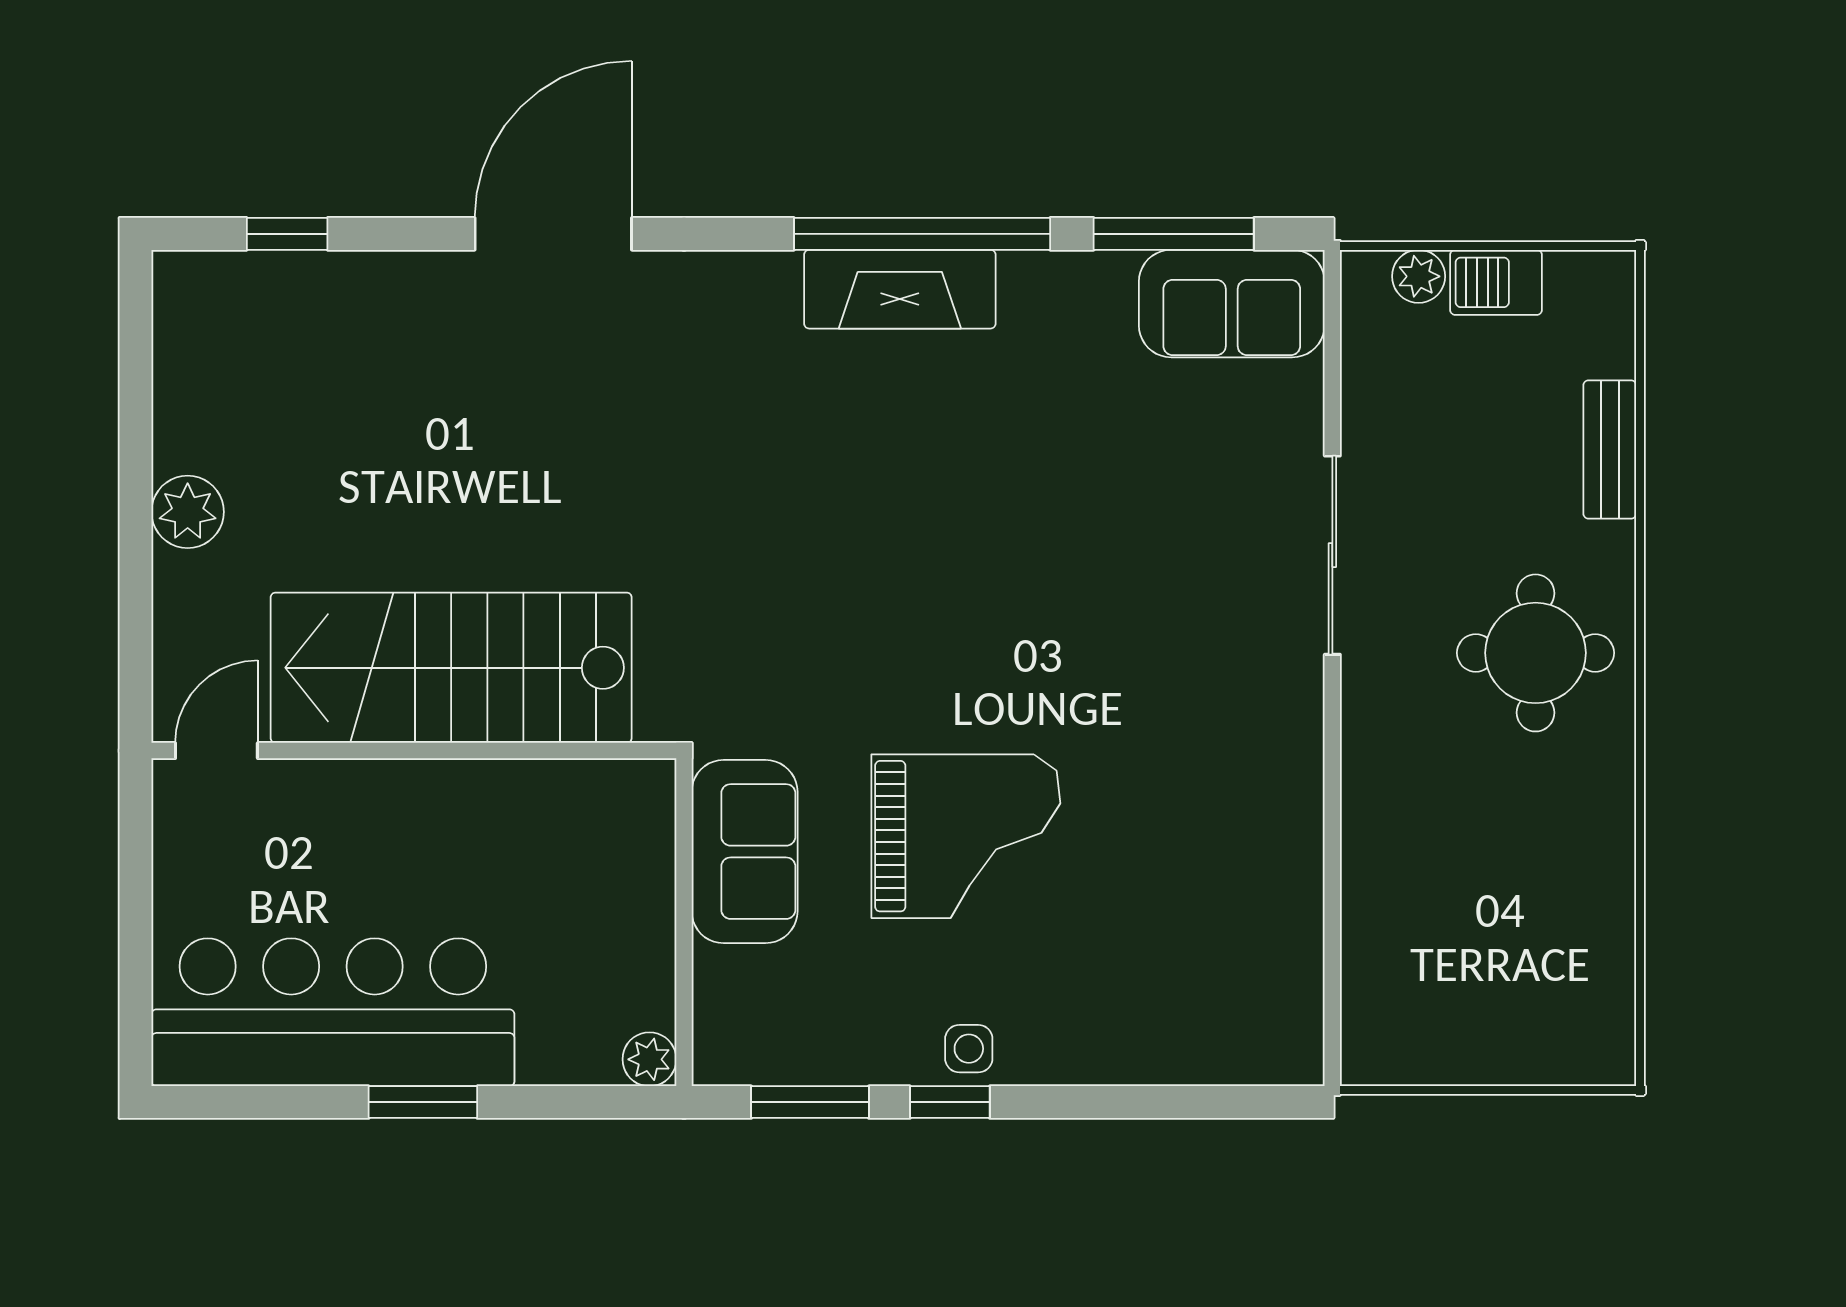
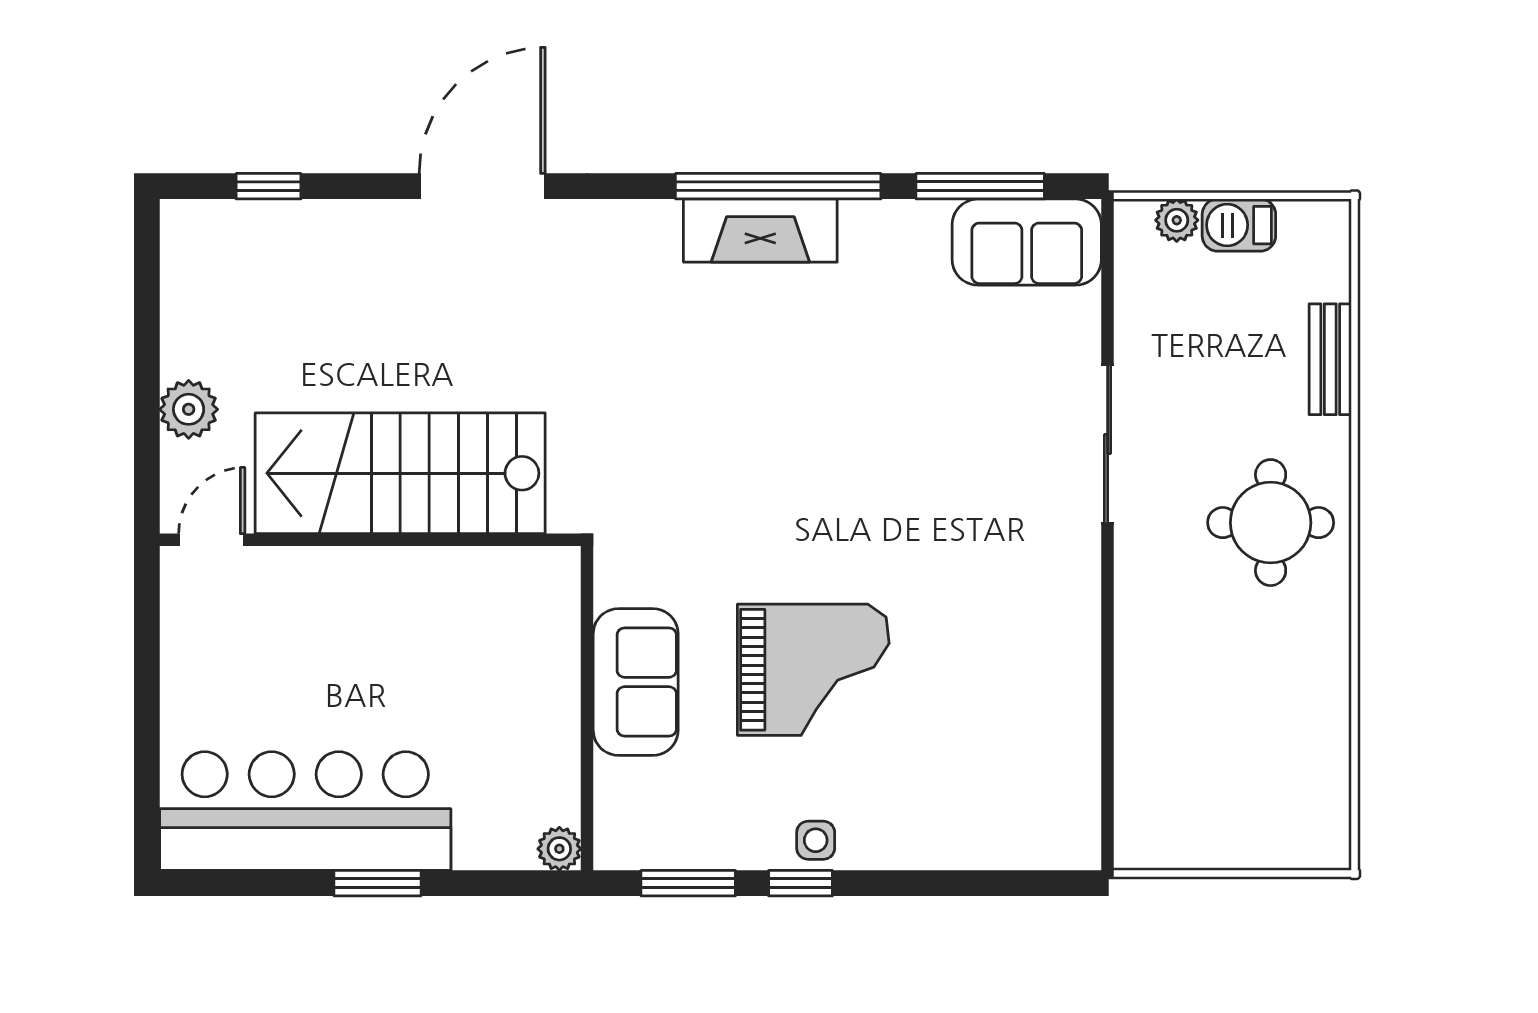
stairs: (451, 668) -> (400, 473), moved
door: (216, 751) -> (212, 540), moved
wall: (414, 751) -> (370, 540), moved

